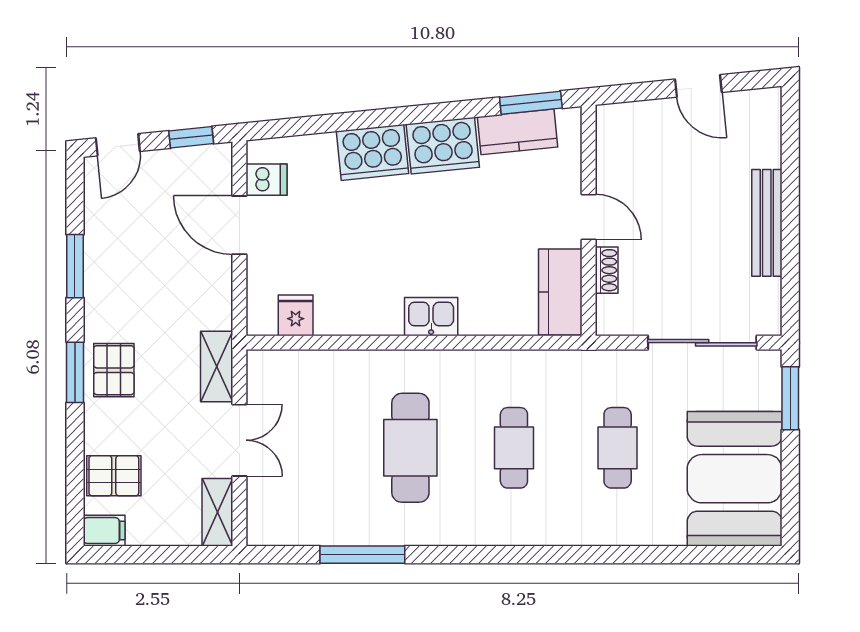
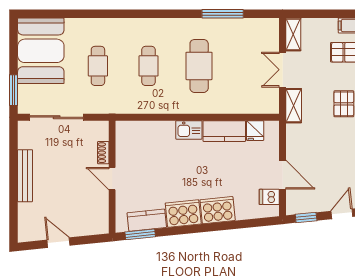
kitchen counter: (560, 292) -> (224, 131), moved, turned 90

